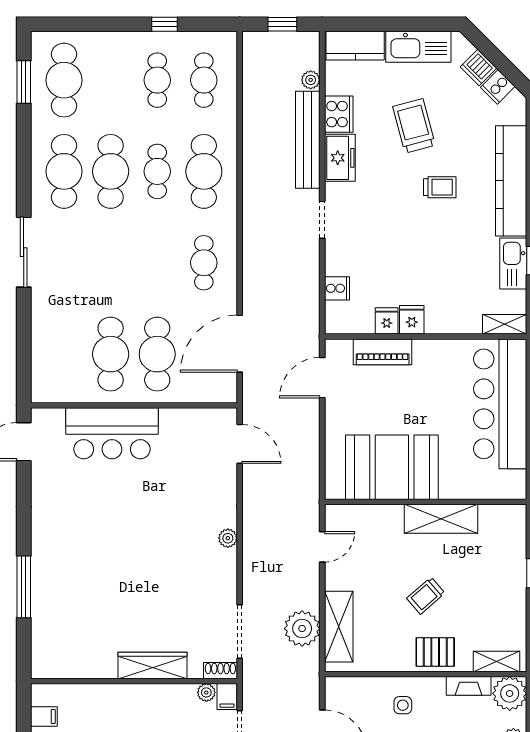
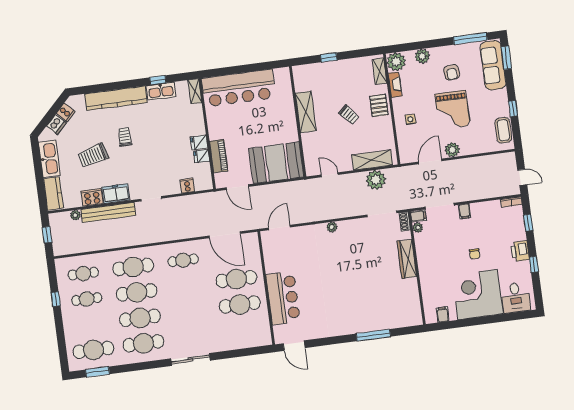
cafe table: (157, 171) -> (137, 292), width x1.37, depth x1.35
booth: (392, 467) -> (276, 163), moved, turned 90

